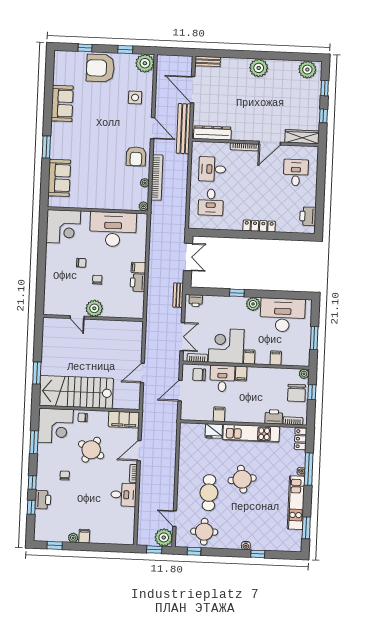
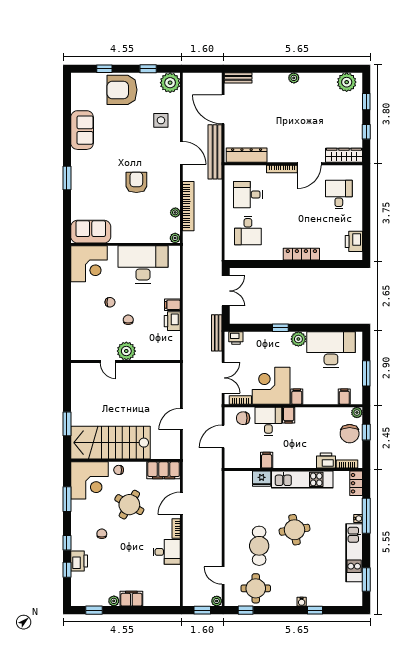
plant: (259, 68) -> (294, 78), width x0.53, depth x0.53
armchair: (136, 156) -> (136, 182), moved, turned 180
sofa: (59, 178) -> (91, 232), moved, turned -90
bench: (178, 295) -> (217, 333), width x1.36
filing cabinet: (276, 358) -> (344, 397), moved
filing cabinet: (84, 536) -> (131, 599), width x2.00
plant: (164, 537) -> (217, 601), width x0.53, depth x0.53

